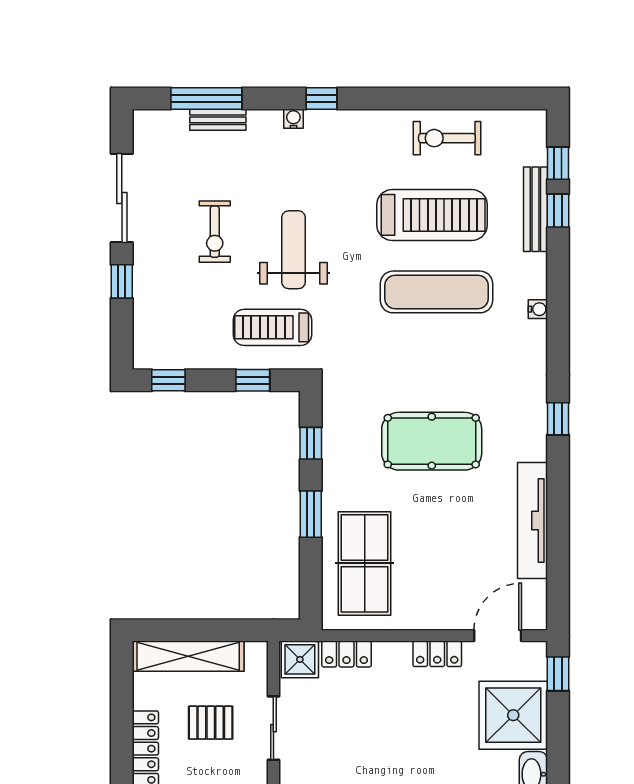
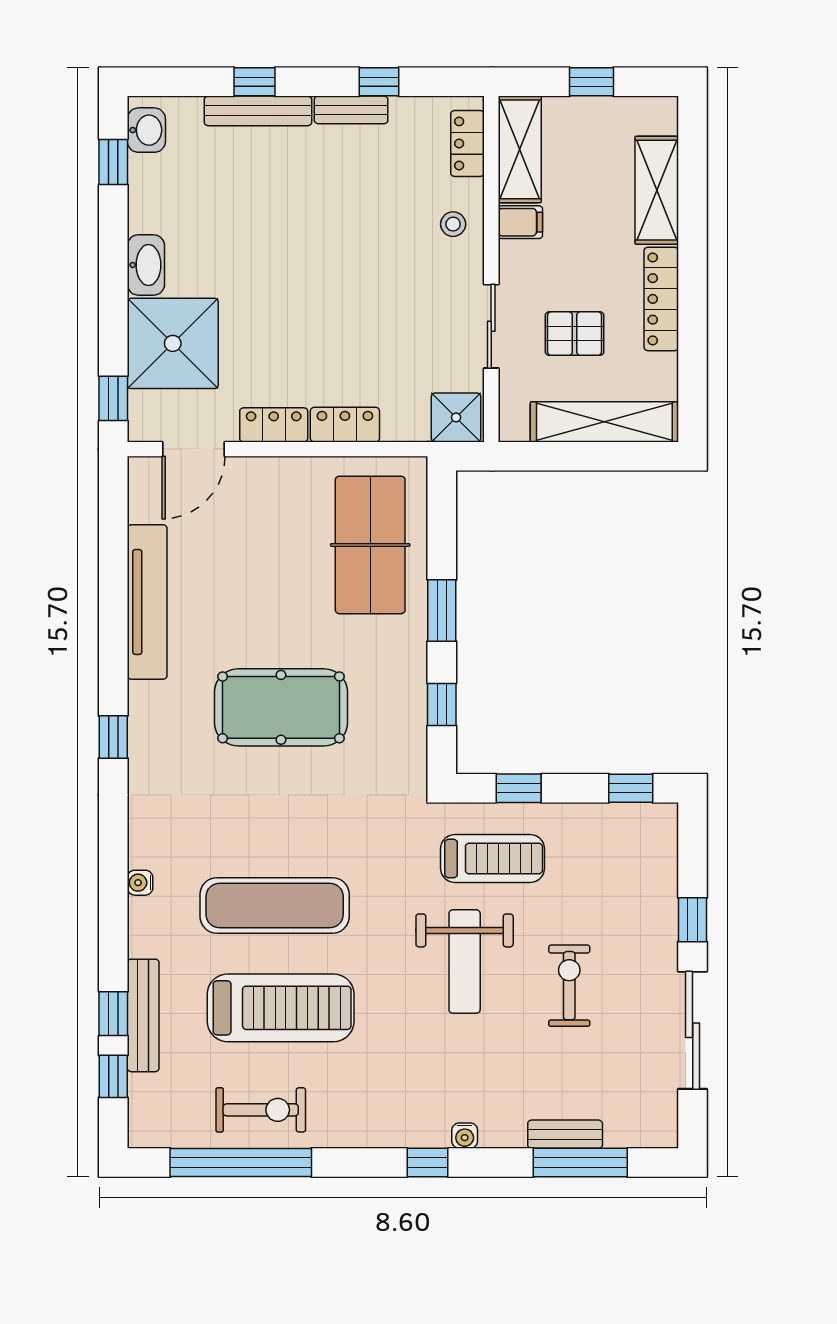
window: (462, 98) -> (241, 1163), added
treadmill: (432, 215) -> (281, 1008), turned 180
locker: (346, 654) -> (345, 425), moved

